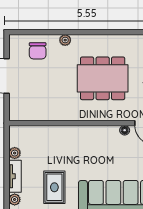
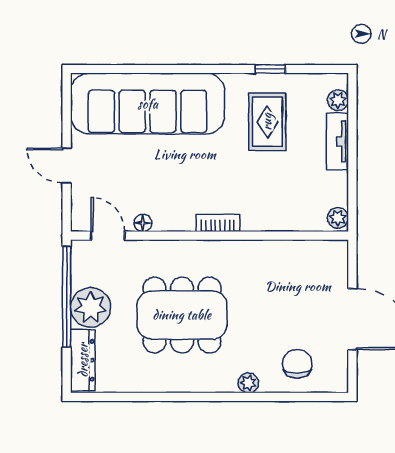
bookcase: (82, 130) -> (218, 223), added
plant: (15, 153) -> (338, 218), moved

